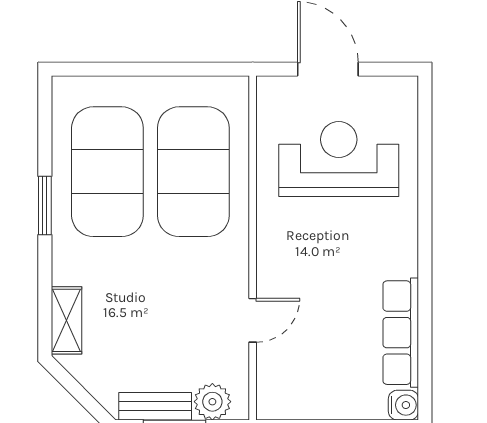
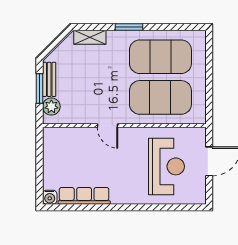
window: (45, 206) -> (129, 27), moved
door: (253, 320) -> (107, 126), moved

